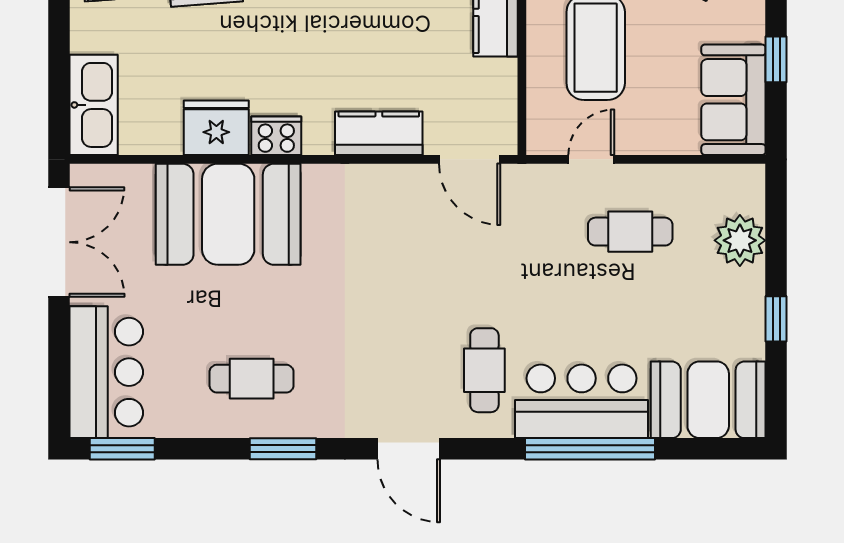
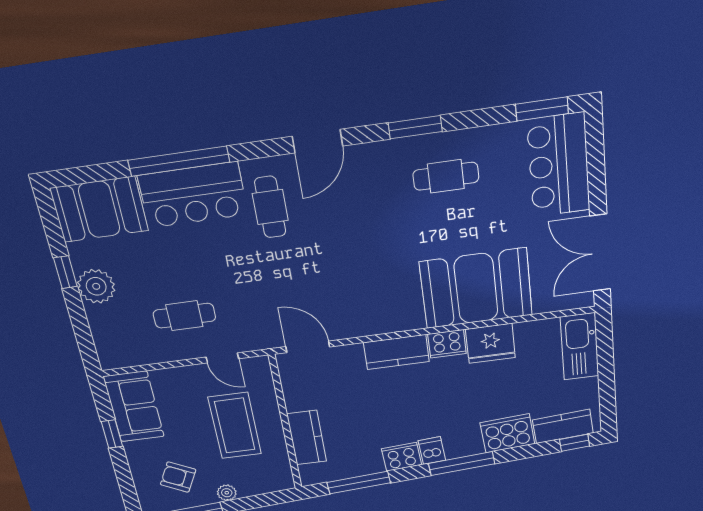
kitchen counter: (379, 133) -> (396, 352), moved
door: (591, 159) -> (222, 358), hinge flipped
plant: (740, 240) -> (96, 286), moved
door: (409, 449) -> (317, 141), swing flipped

